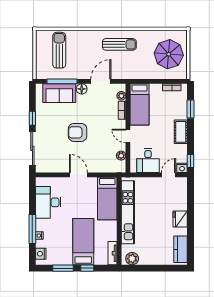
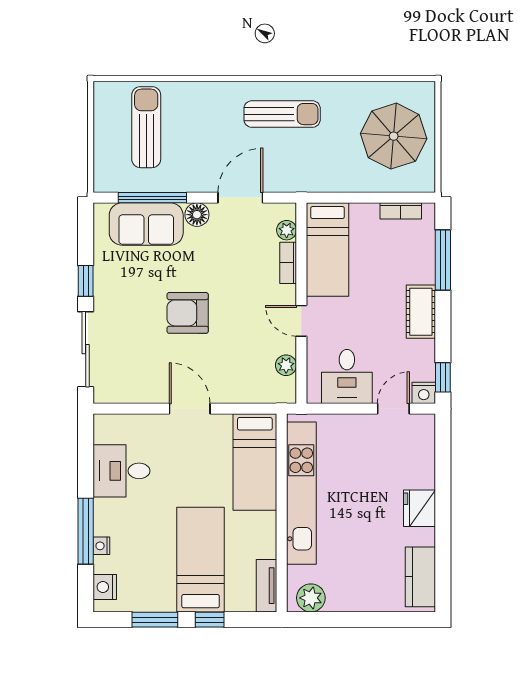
window: (191, 109) -> (443, 260), width x1.44
desk: (48, 202) -> (121, 471), width x0.73

